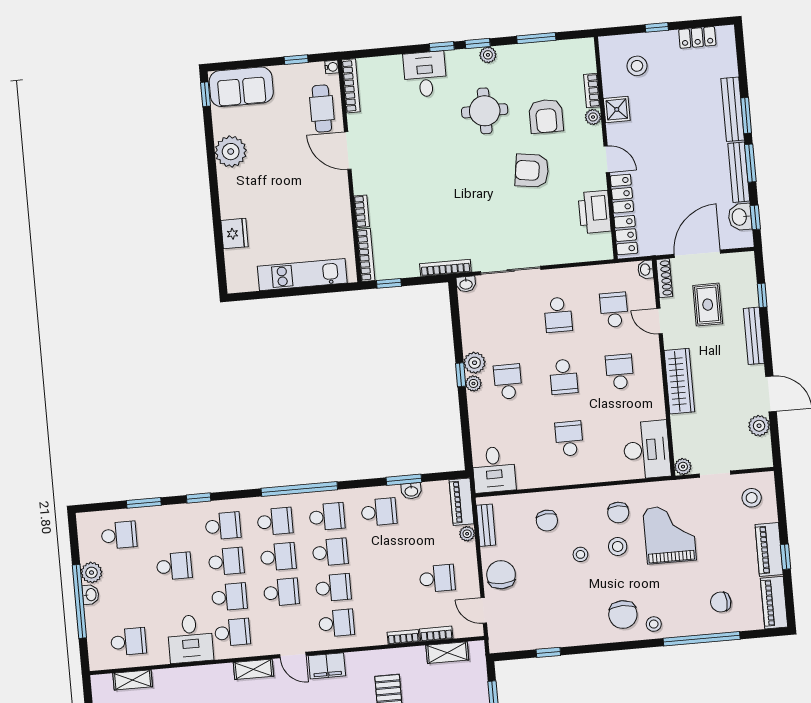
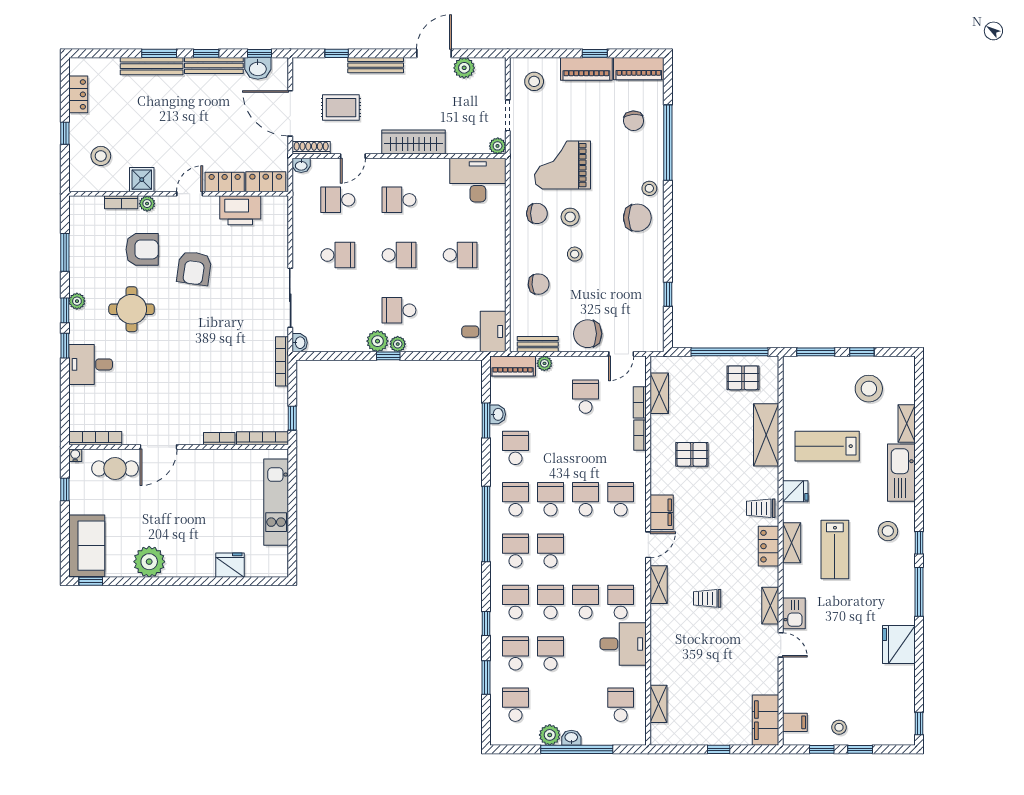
window: (750, 163) -> (206, 53), width x0.67
school desk: (569, 439) -> (460, 255), turned 180
school desk: (281, 592) -> (515, 653), moved

